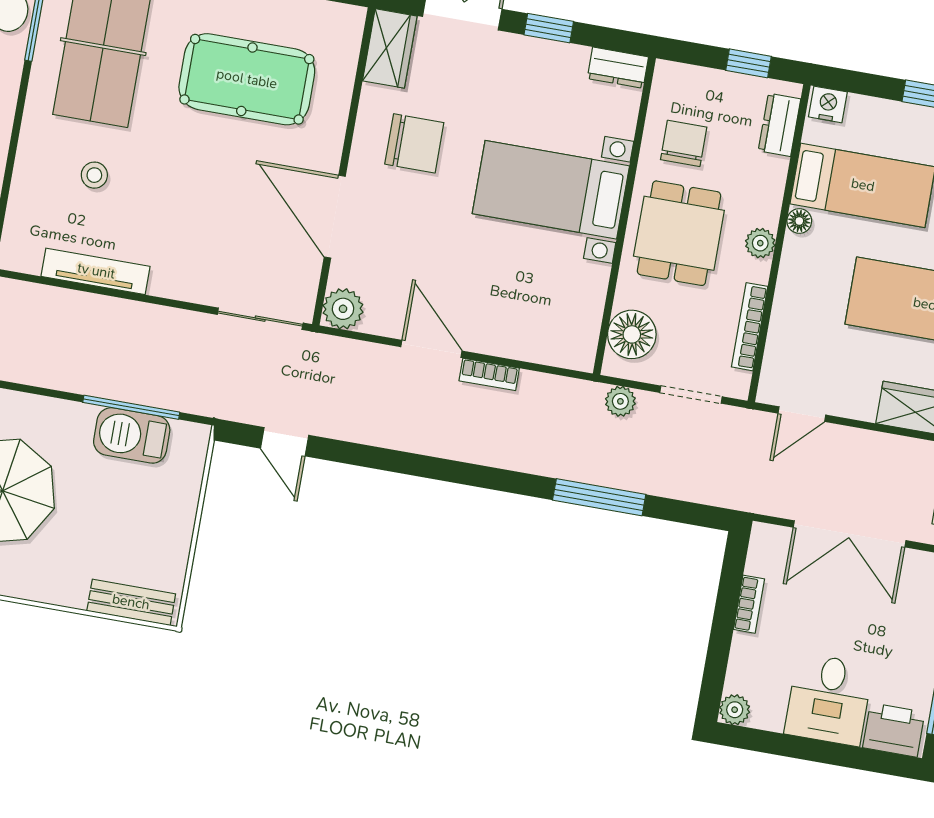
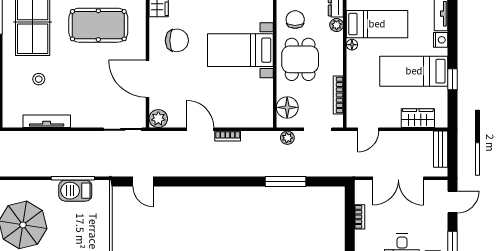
plant: (760, 243) -> (337, 25), moved

